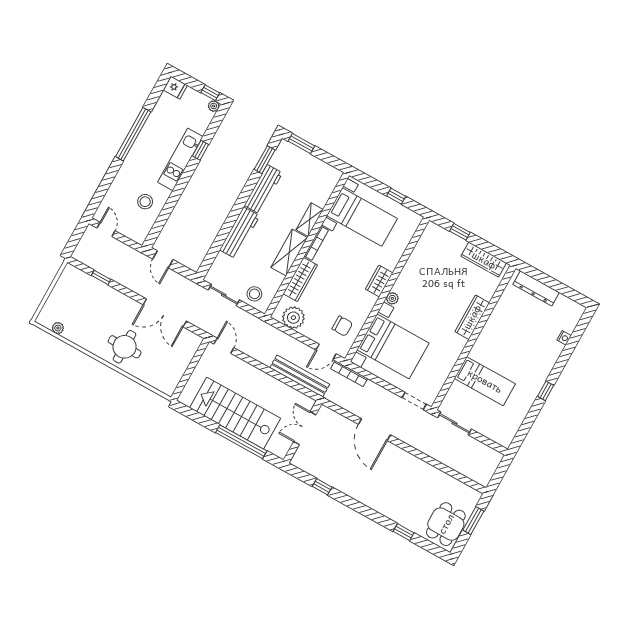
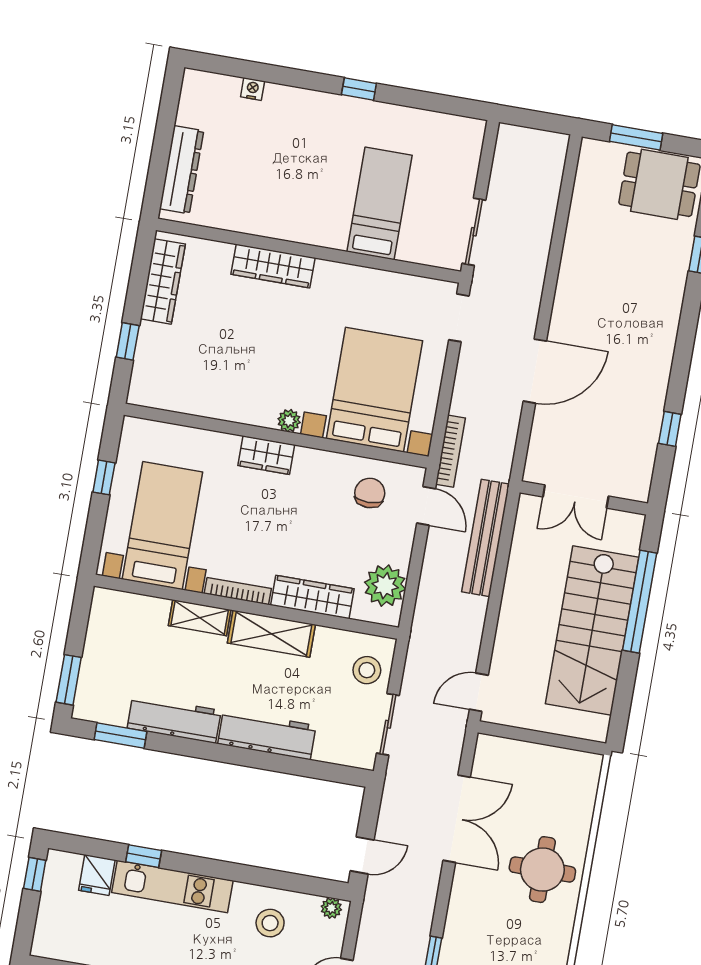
fridge: (175, 88) -> (97, 875), moved, turned 180
plant: (214, 106) -> (331, 908), moved

